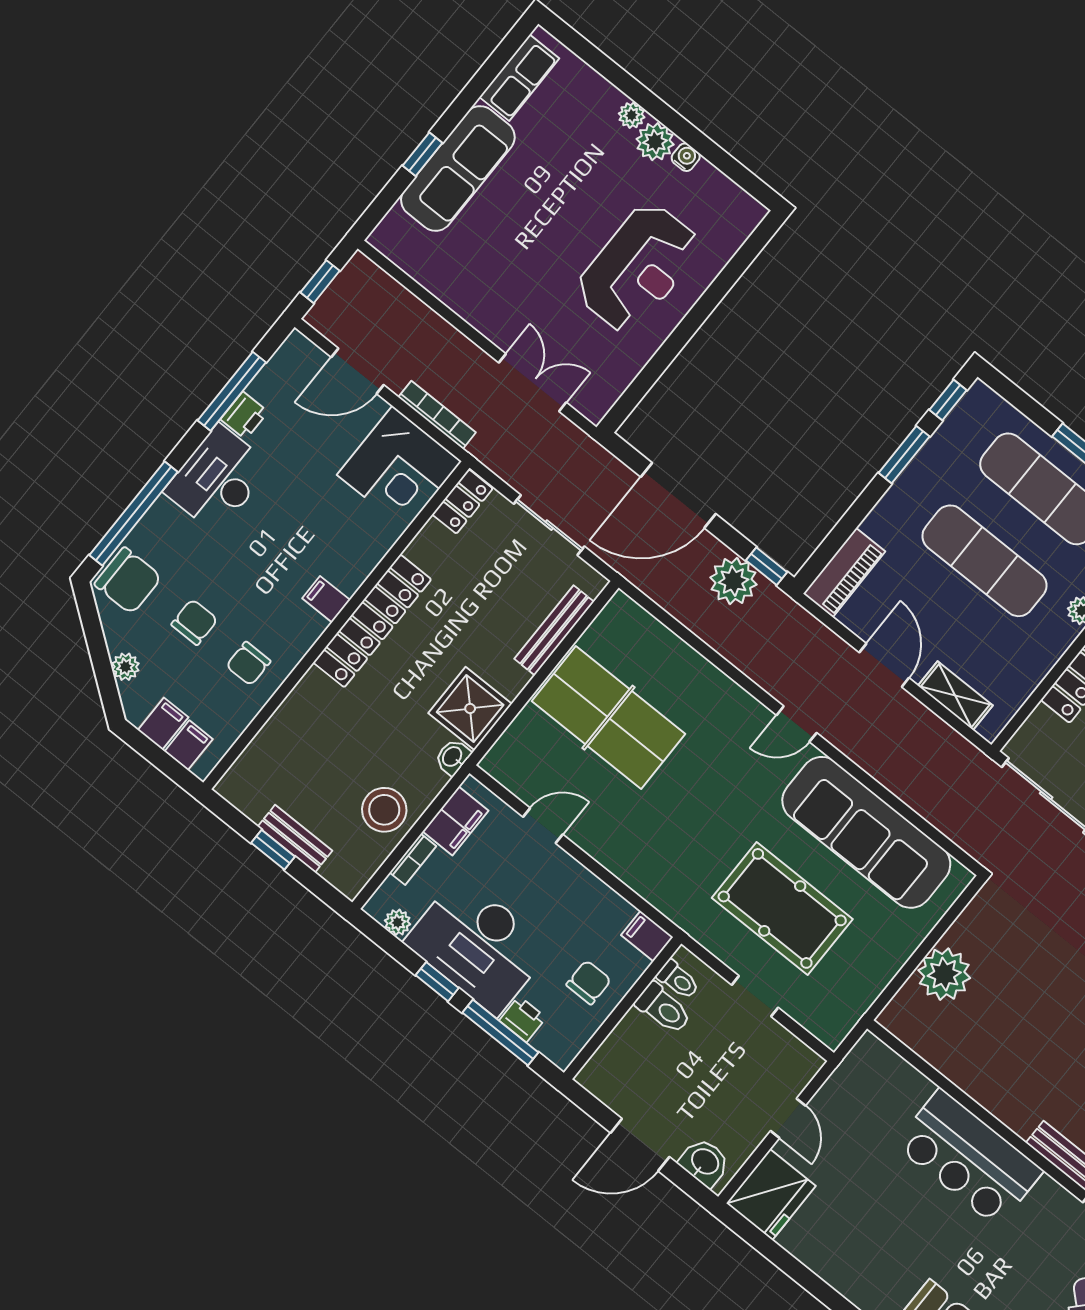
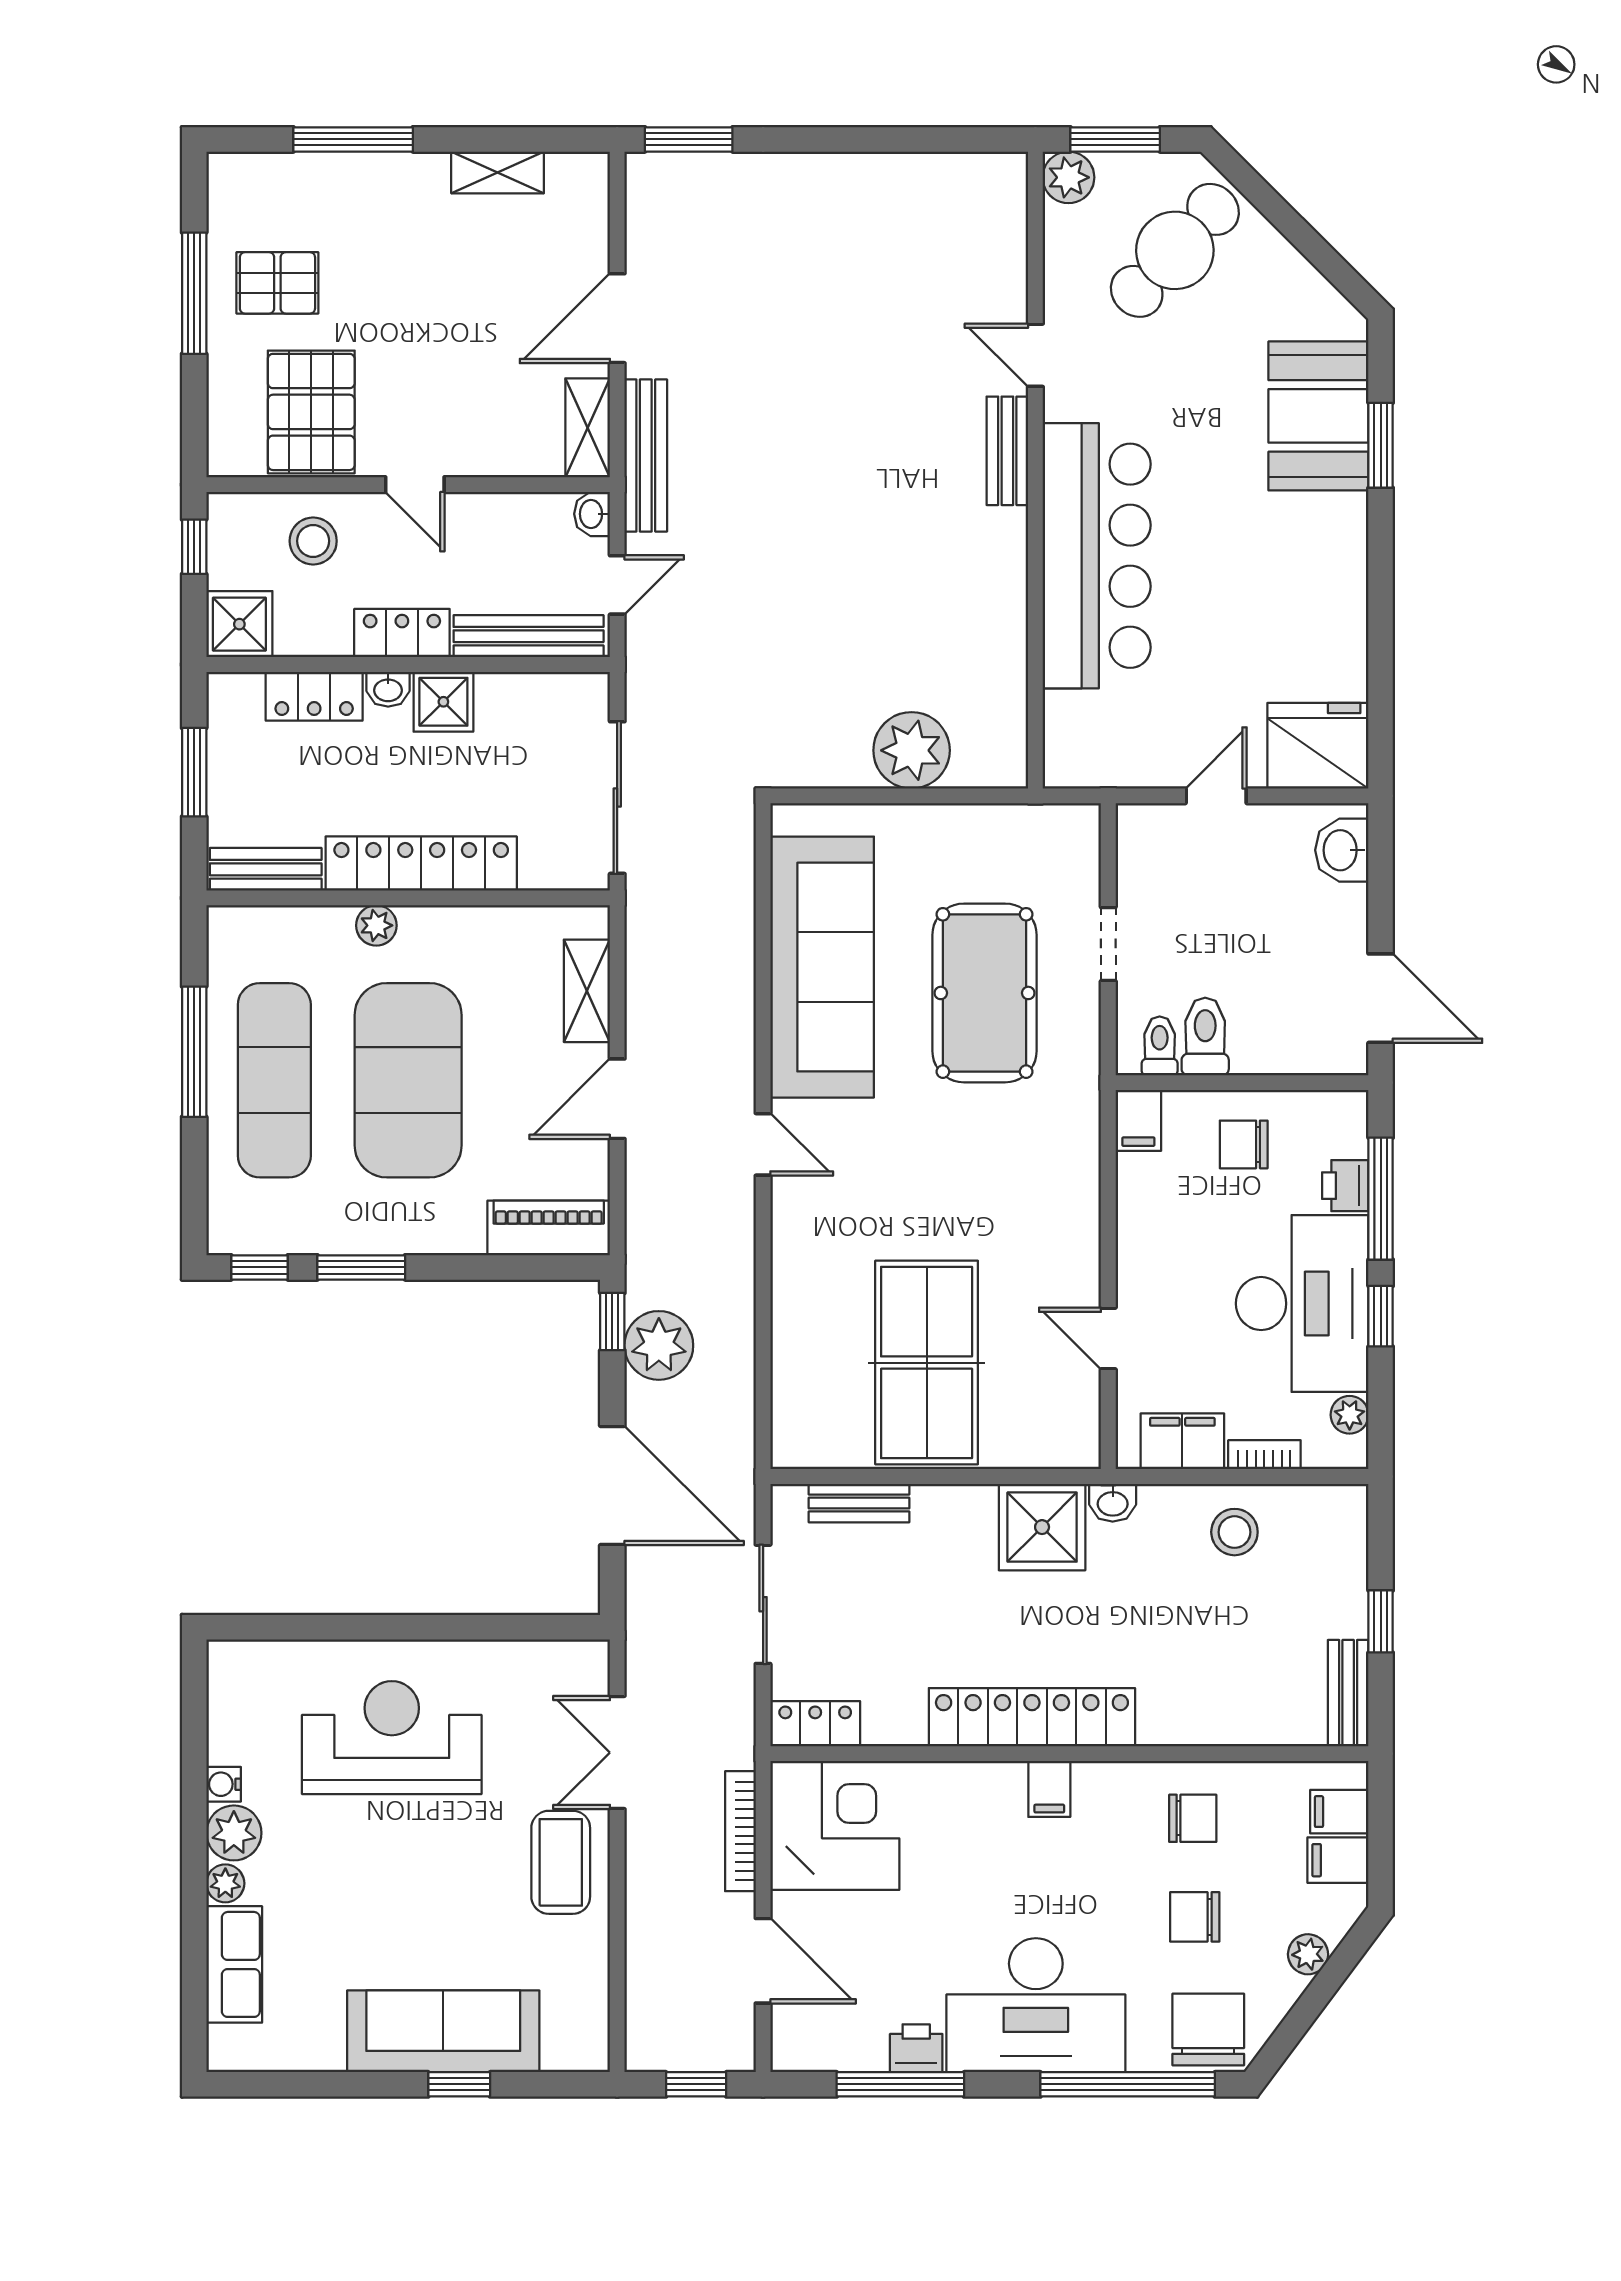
row of seats: (519, 78) -> (234, 1964), moved, turned 90
coffee table: (498, 305) -> (561, 1862), added
desk: (218, 479) -> (1036, 2005), width x1.36, depth x1.30
exercise mat: (984, 561) -> (408, 1080), width x1.47
bench: (554, 630) -> (859, 1503), width x0.73
stool: (384, 810) -> (1234, 1532), width x0.73, depth x0.73
bench: (295, 839) -> (1348, 1693), moved
door: (640, 1145) -> (1381, 998), moved
bar counter: (969, 1158) -> (1097, 556), width x1.36

